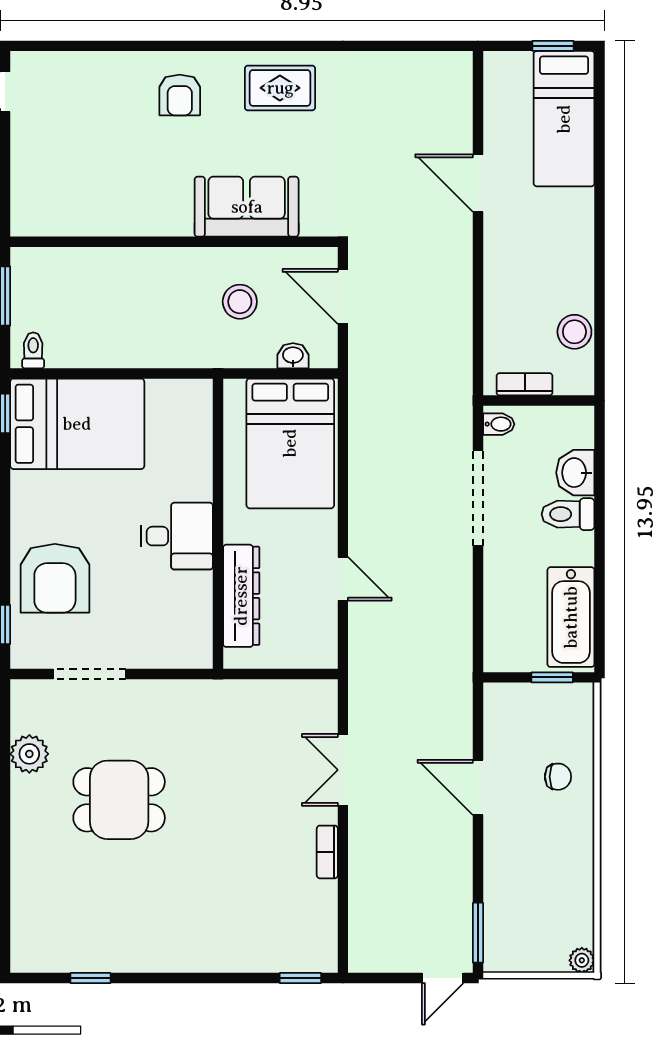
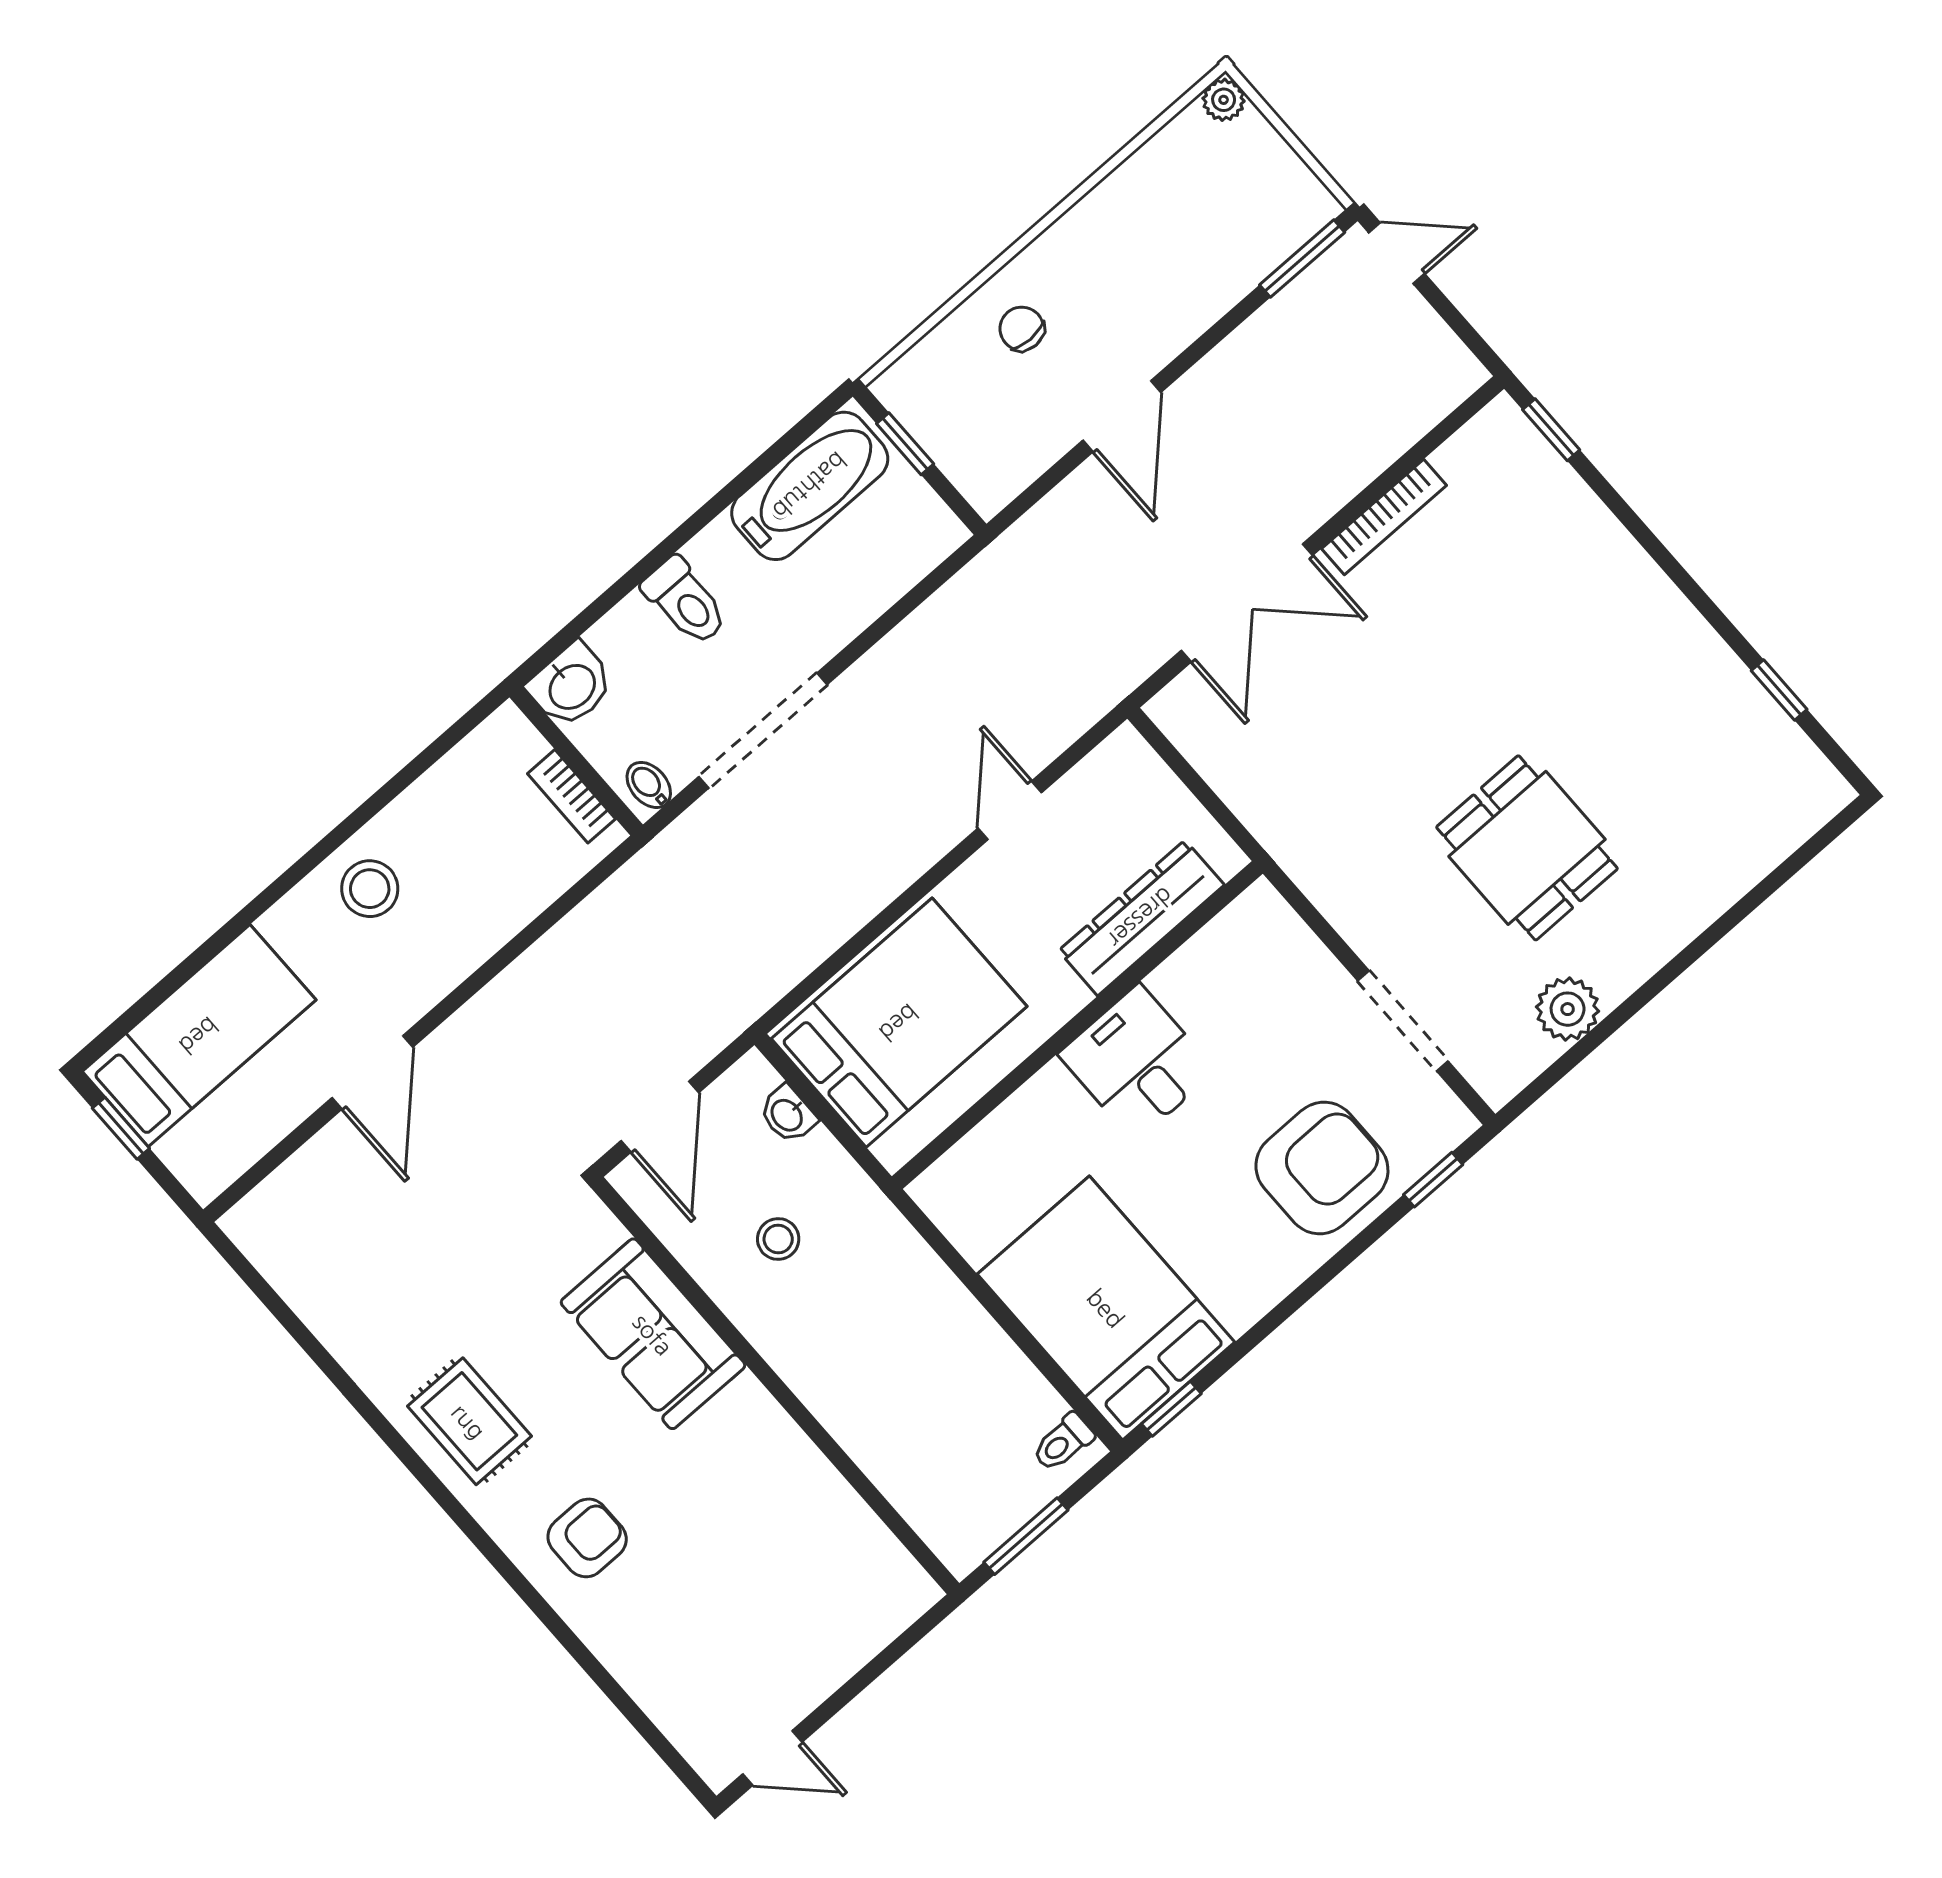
stool: (240, 302) -> (778, 1239), width x0.73, depth x0.73
stool: (574, 332) -> (370, 889), moved
washbasin: (575, 473) -> (571, 686), moved
double door: (343, 770) -> (1247, 603), width x1.37
bookcase: (327, 852) -> (1384, 517), width x1.56

